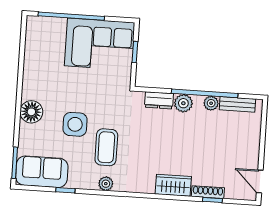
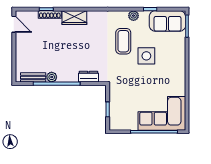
corner sofa: (100, 44) -> (162, 113), moved
plant: (183, 103) -> (71, 76), removed
floor lamp: (31, 112) -> (178, 63), removed
plant: (106, 184) -> (133, 16), moved

